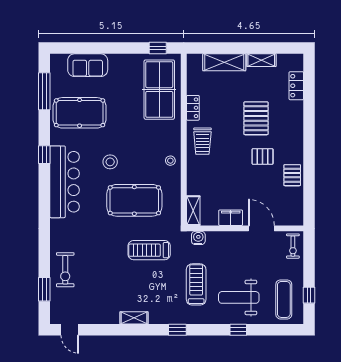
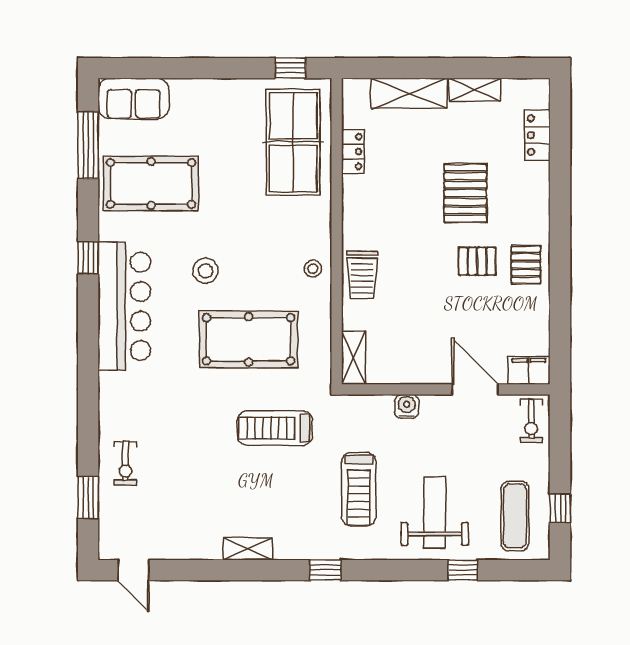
sofa: (88, 65) -> (134, 99), moved
locker: (193, 108) -> (353, 152), moved
trolley: (202, 141) -> (362, 275), moved
pallet: (292, 175) -> (526, 265), moved
filing cabinet: (231, 218) -> (529, 370), moved
water cooler: (198, 238) -> (407, 406), moved
exercise bike: (65, 270) -> (126, 463), width x0.73, depth x0.72
treadmill: (196, 284) -> (359, 489), turned 180
weight bench: (239, 297) -> (435, 512), turned 90
window: (238, 330) -> (463, 570), moved

